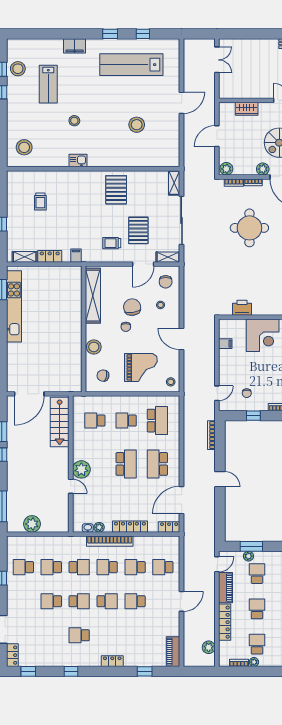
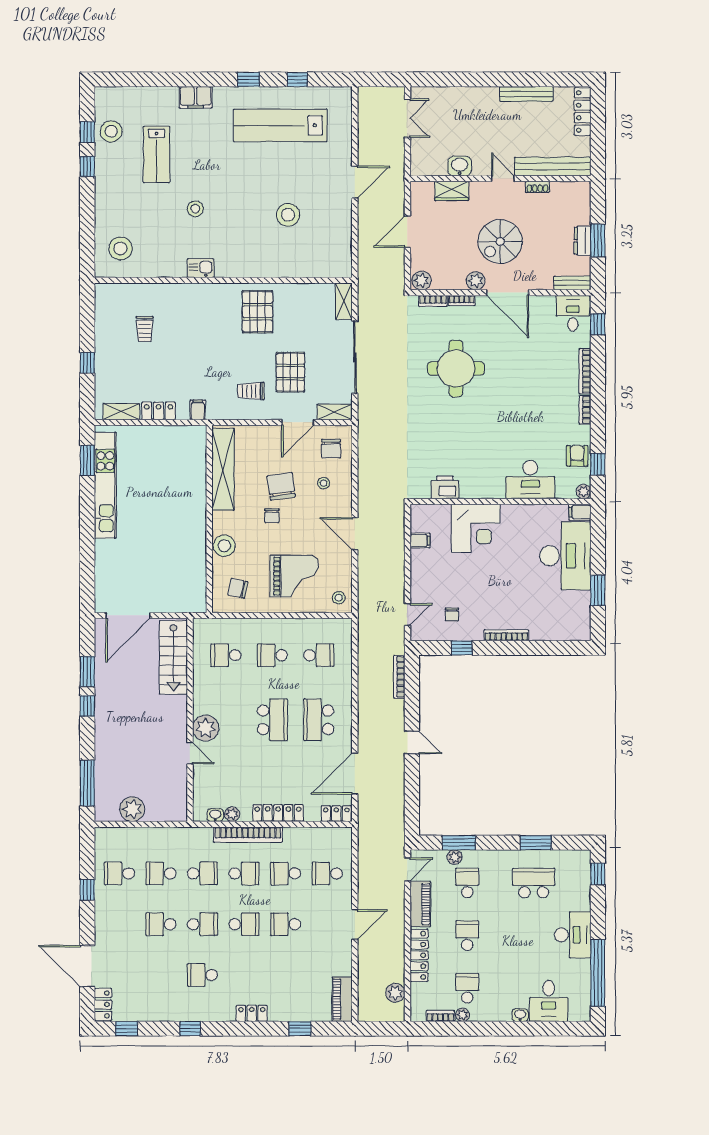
washbasin: (252, 92) -> (460, 166), added
school desk: (157, 421) -> (319, 655), width x0.54
school desk: (107, 567) -> (244, 873), turned 180

